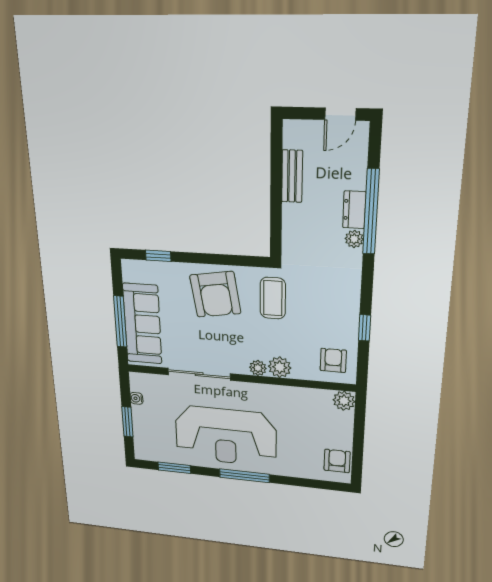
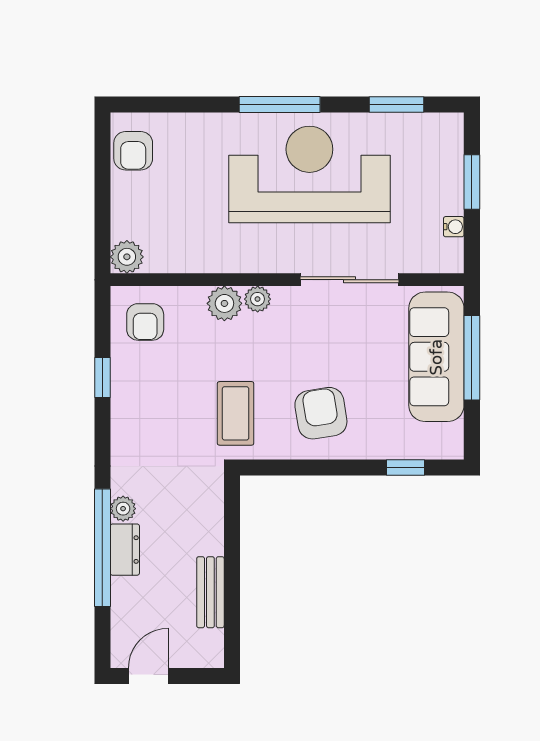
armchair: (215, 294) -> (321, 413), width x0.73, depth x0.73

